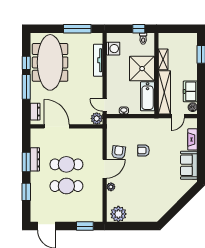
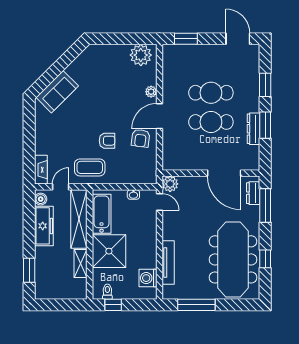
window: (26, 87) -> (265, 205), moved
freezer: (190, 91) -> (44, 226), width x1.40
coffee table: (156, 131) -> (90, 167), added
fireplace: (193, 139) -> (41, 170), moved
sofa: (189, 165) -> (57, 92), moved, turned 45

